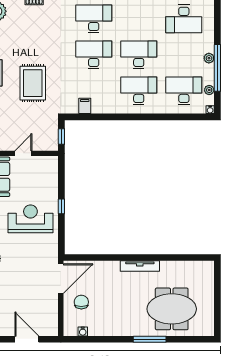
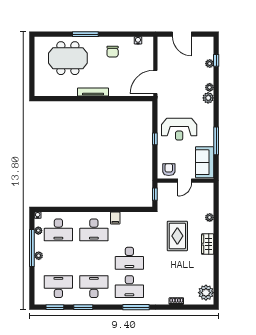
desk: (139, 55) -> (94, 287), moved, turned 180
filing cabinet: (85, 106) -> (115, 218), moved
armchair: (44, 168) -> (169, 170), added
chair: (81, 302) -> (113, 52), moved

